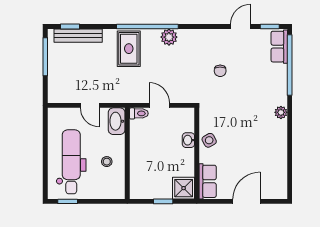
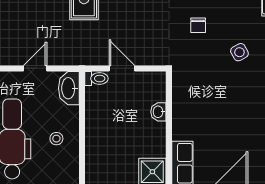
door: (90, 105) -> (35, 68), swing flipped
side table: (209, 140) -> (239, 52), moved

